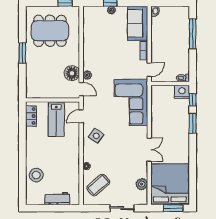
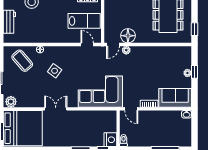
lab bench: (56, 120) -> (84, 21), turned 180
side table: (96, 136) -> (55, 71), moved
double door: (149, 150) -> (56, 109), swing flipped
plant: (142, 184) -> (11, 102), moved

